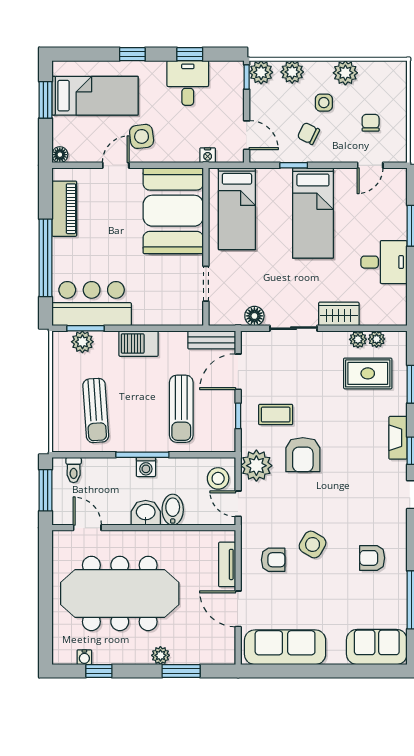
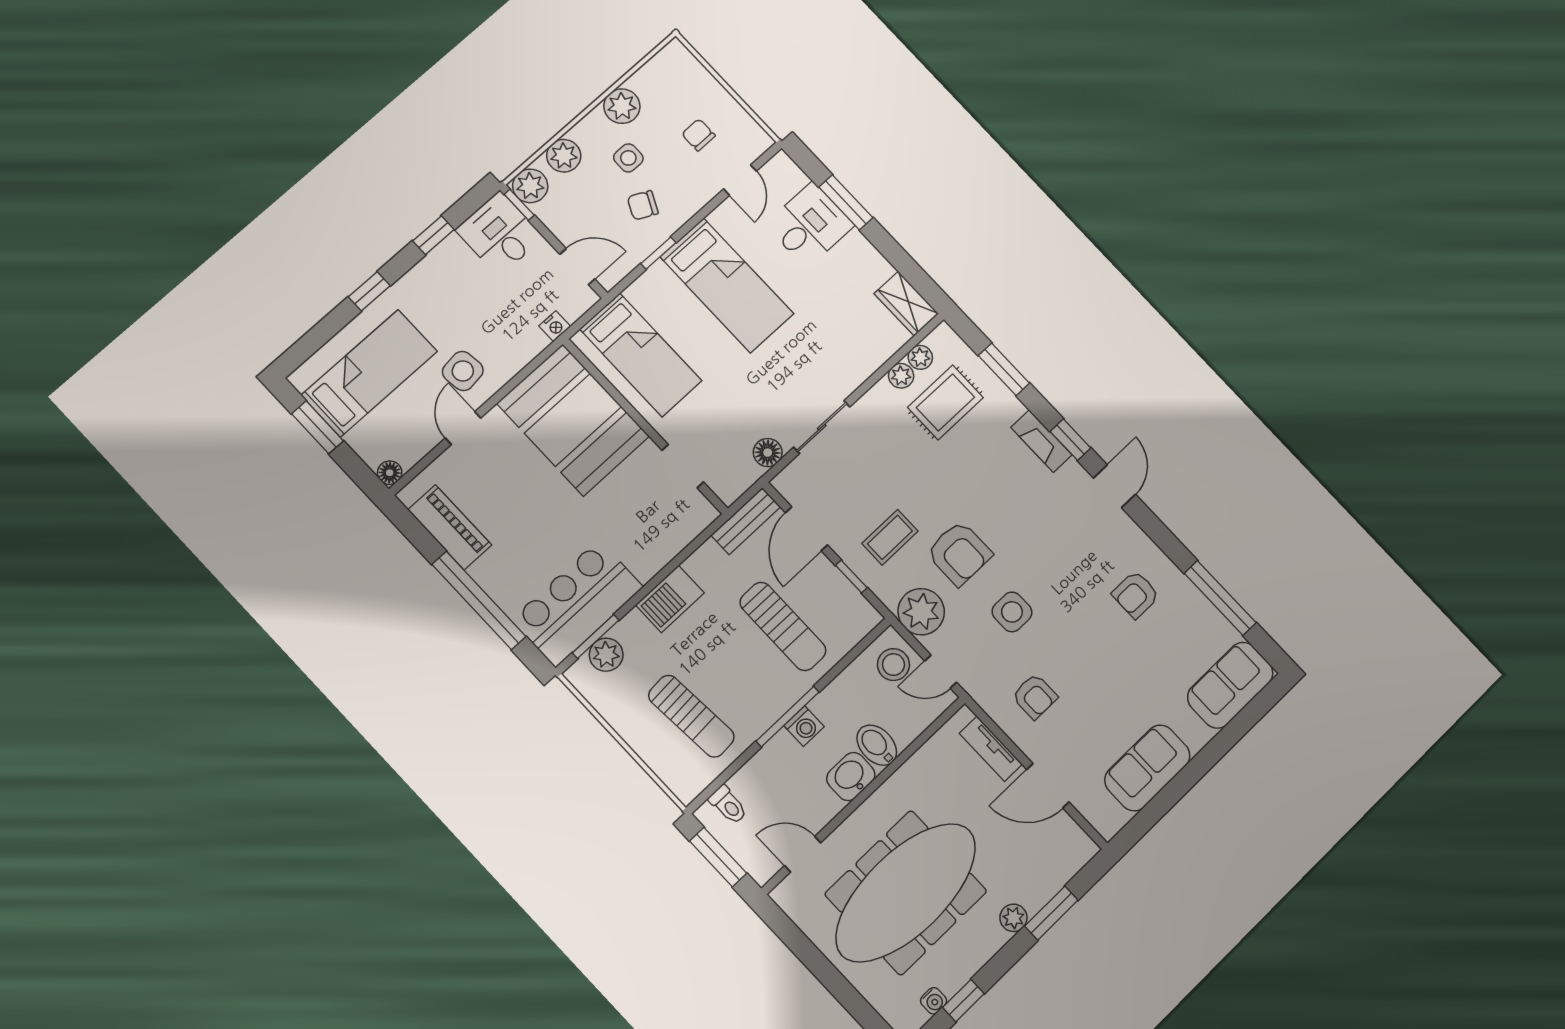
desk: (188, 83) -> (499, 234), moved
desk: (384, 262) -> (810, 225), moved
wardrobe: (339, 314) -> (906, 304), moved, turned -90
side table: (313, 545) -> (1012, 612), moved, turned -30
armchair: (273, 560) -> (1035, 696), turned 90
sofa: (285, 647) -> (1147, 768), width x0.73

